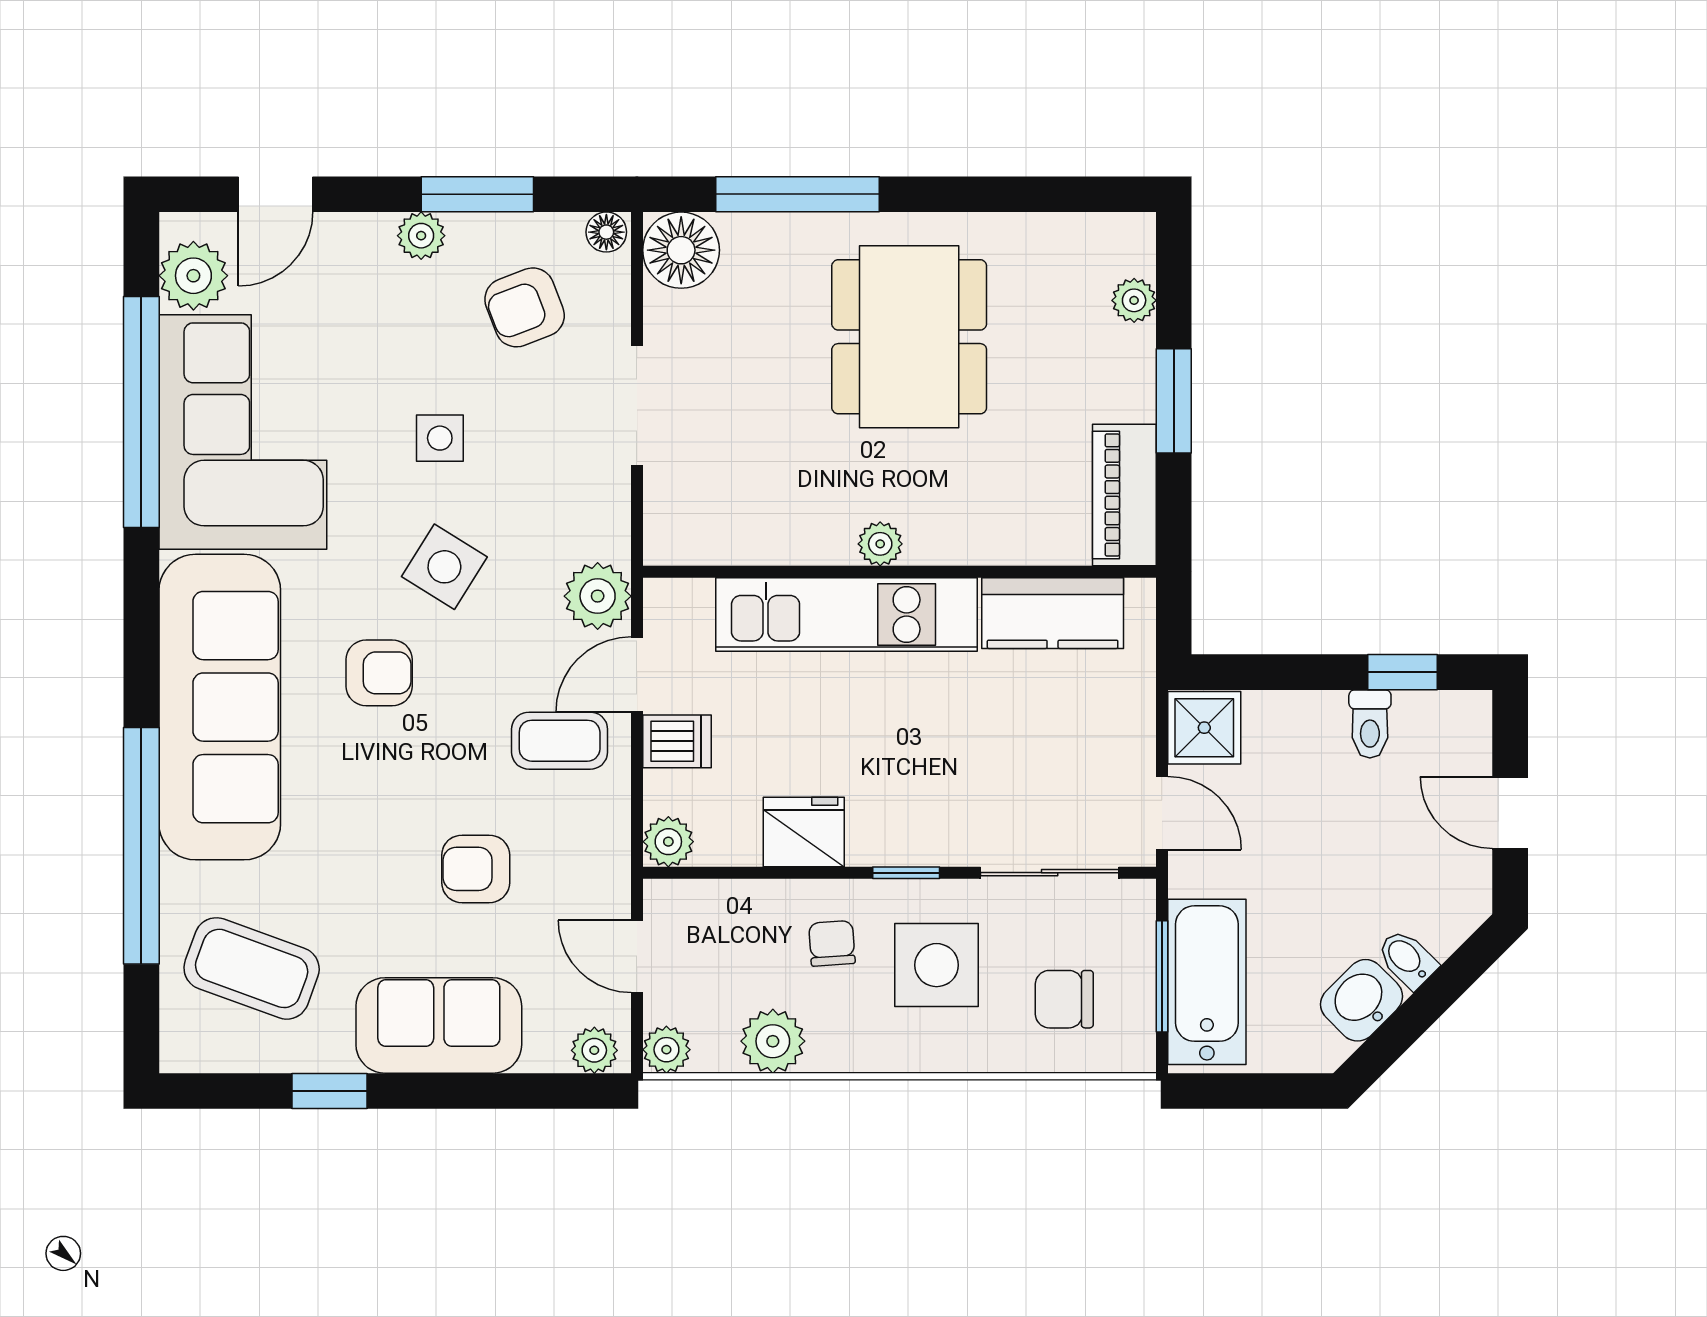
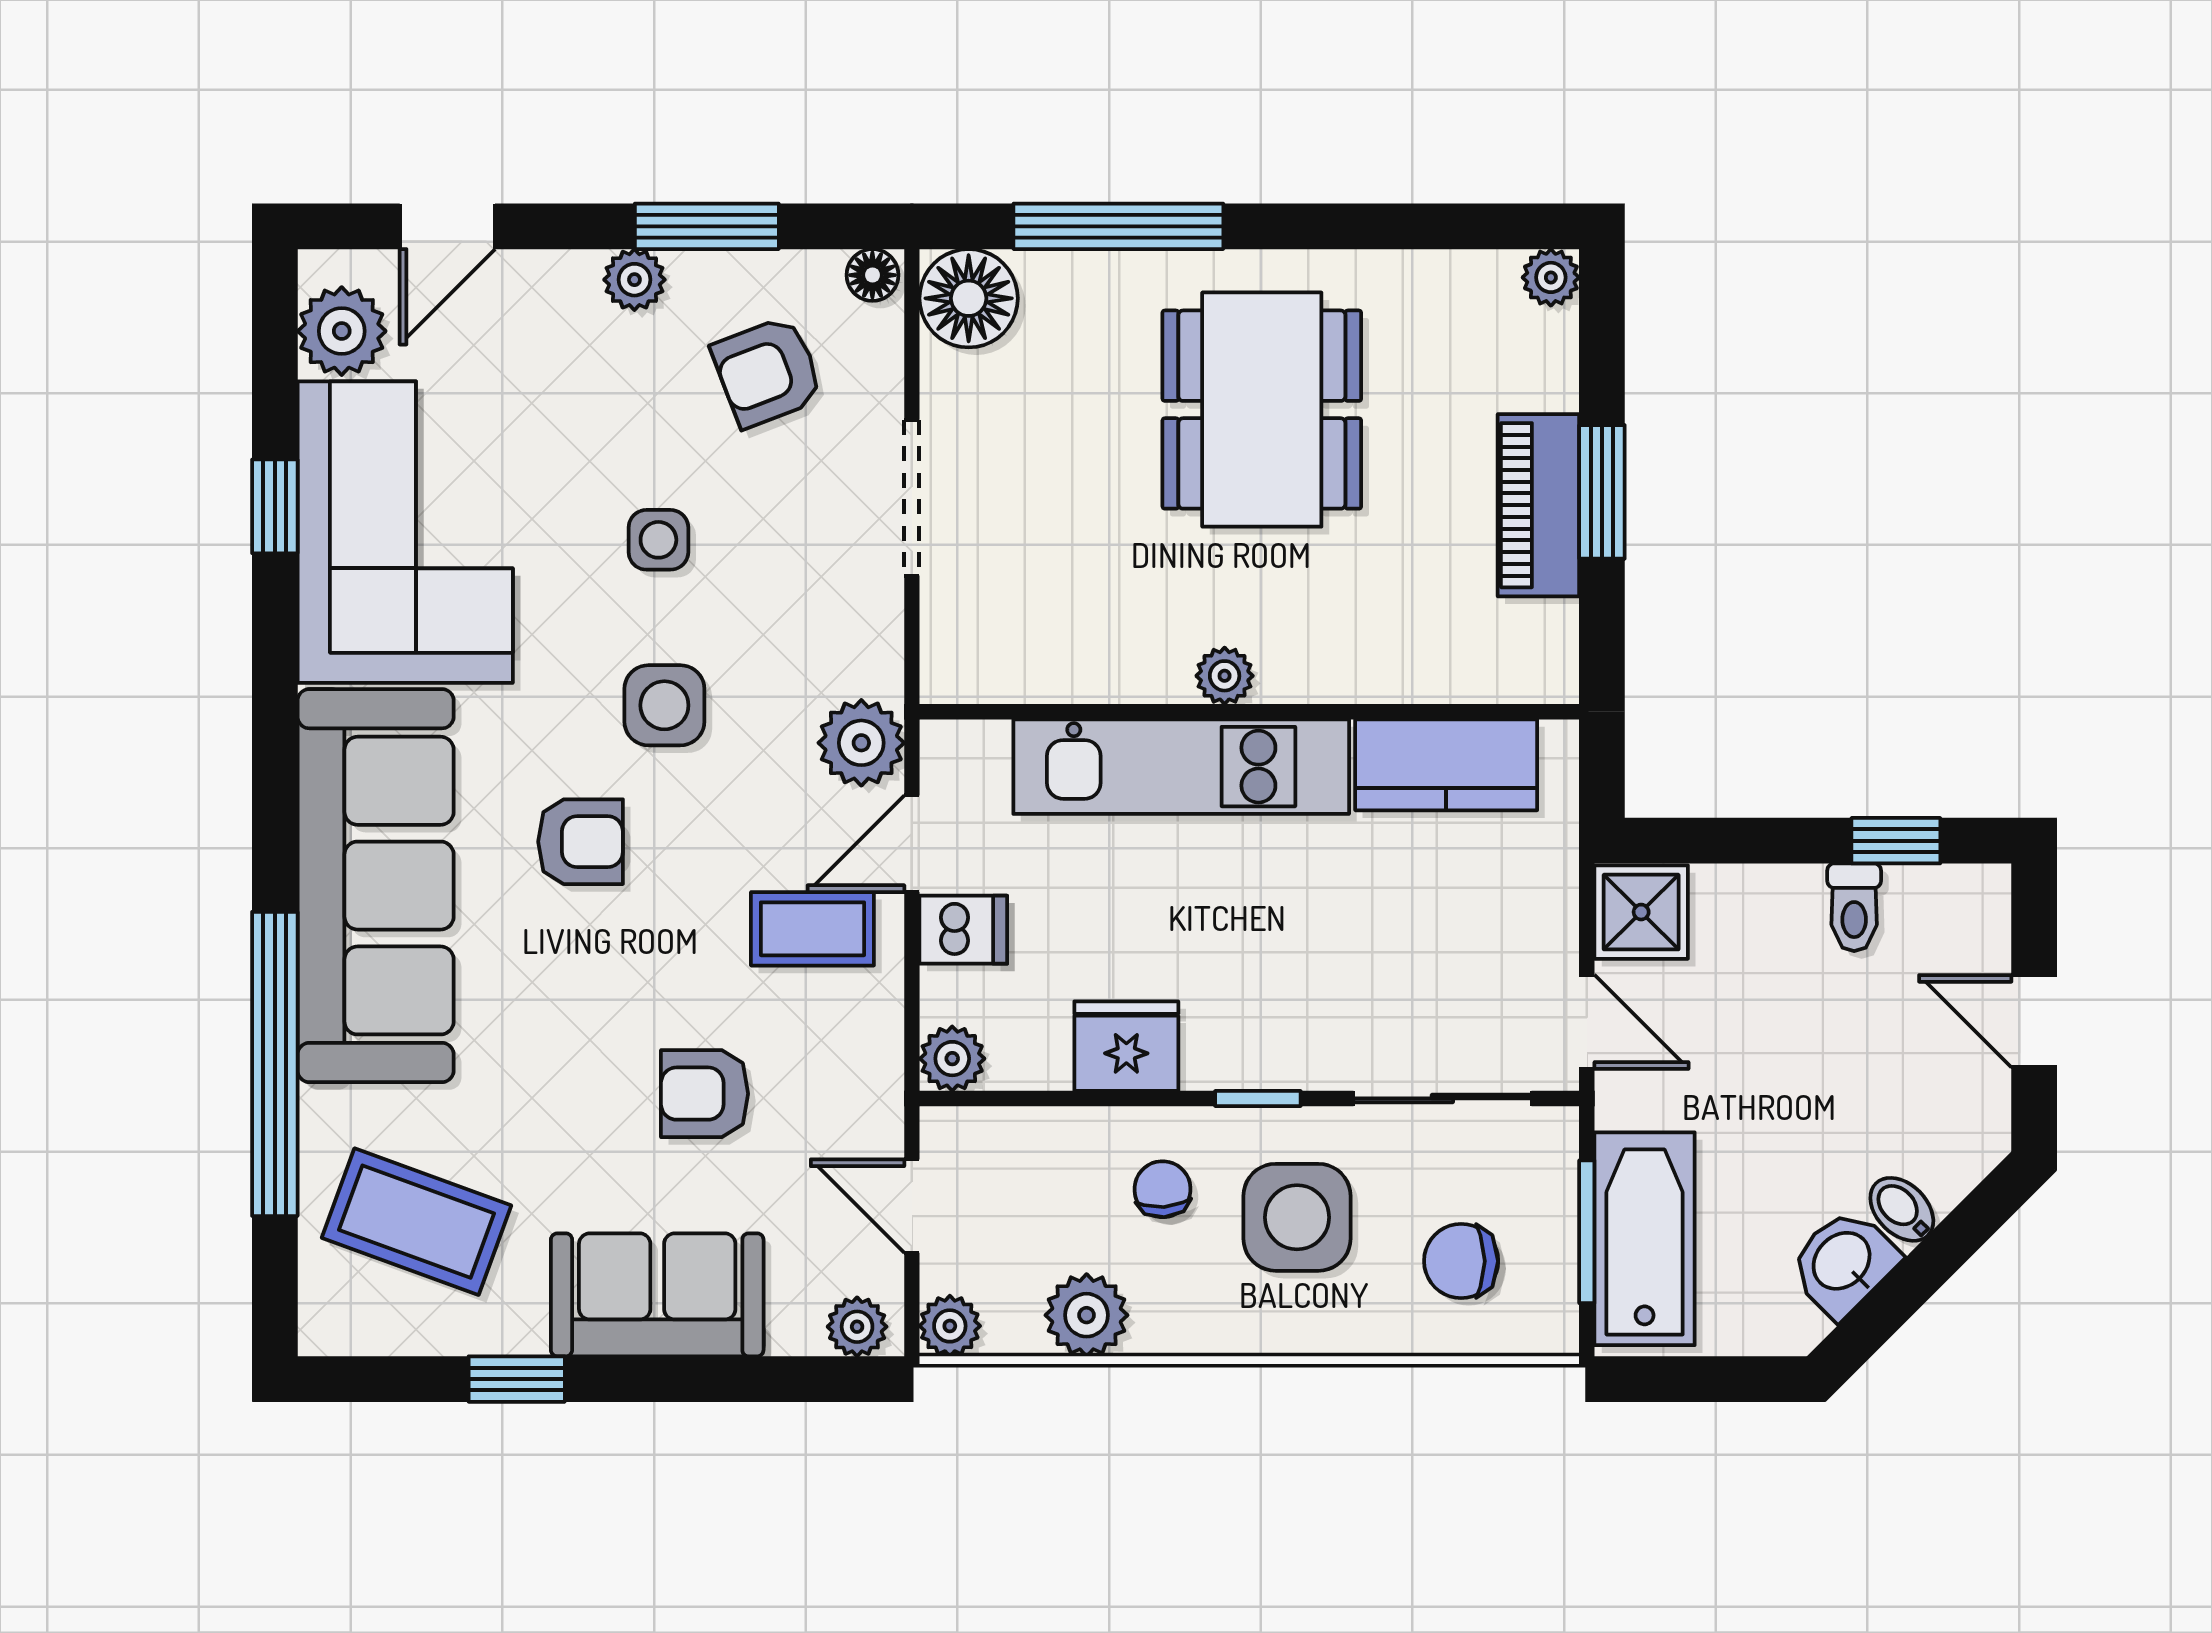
plant: (1134, 300) -> (1551, 277), moved
window: (141, 412) -> (275, 506), width x0.32
piano: (1124, 495) -> (1538, 505), moved
side table: (444, 567) -> (664, 705), turned -32

